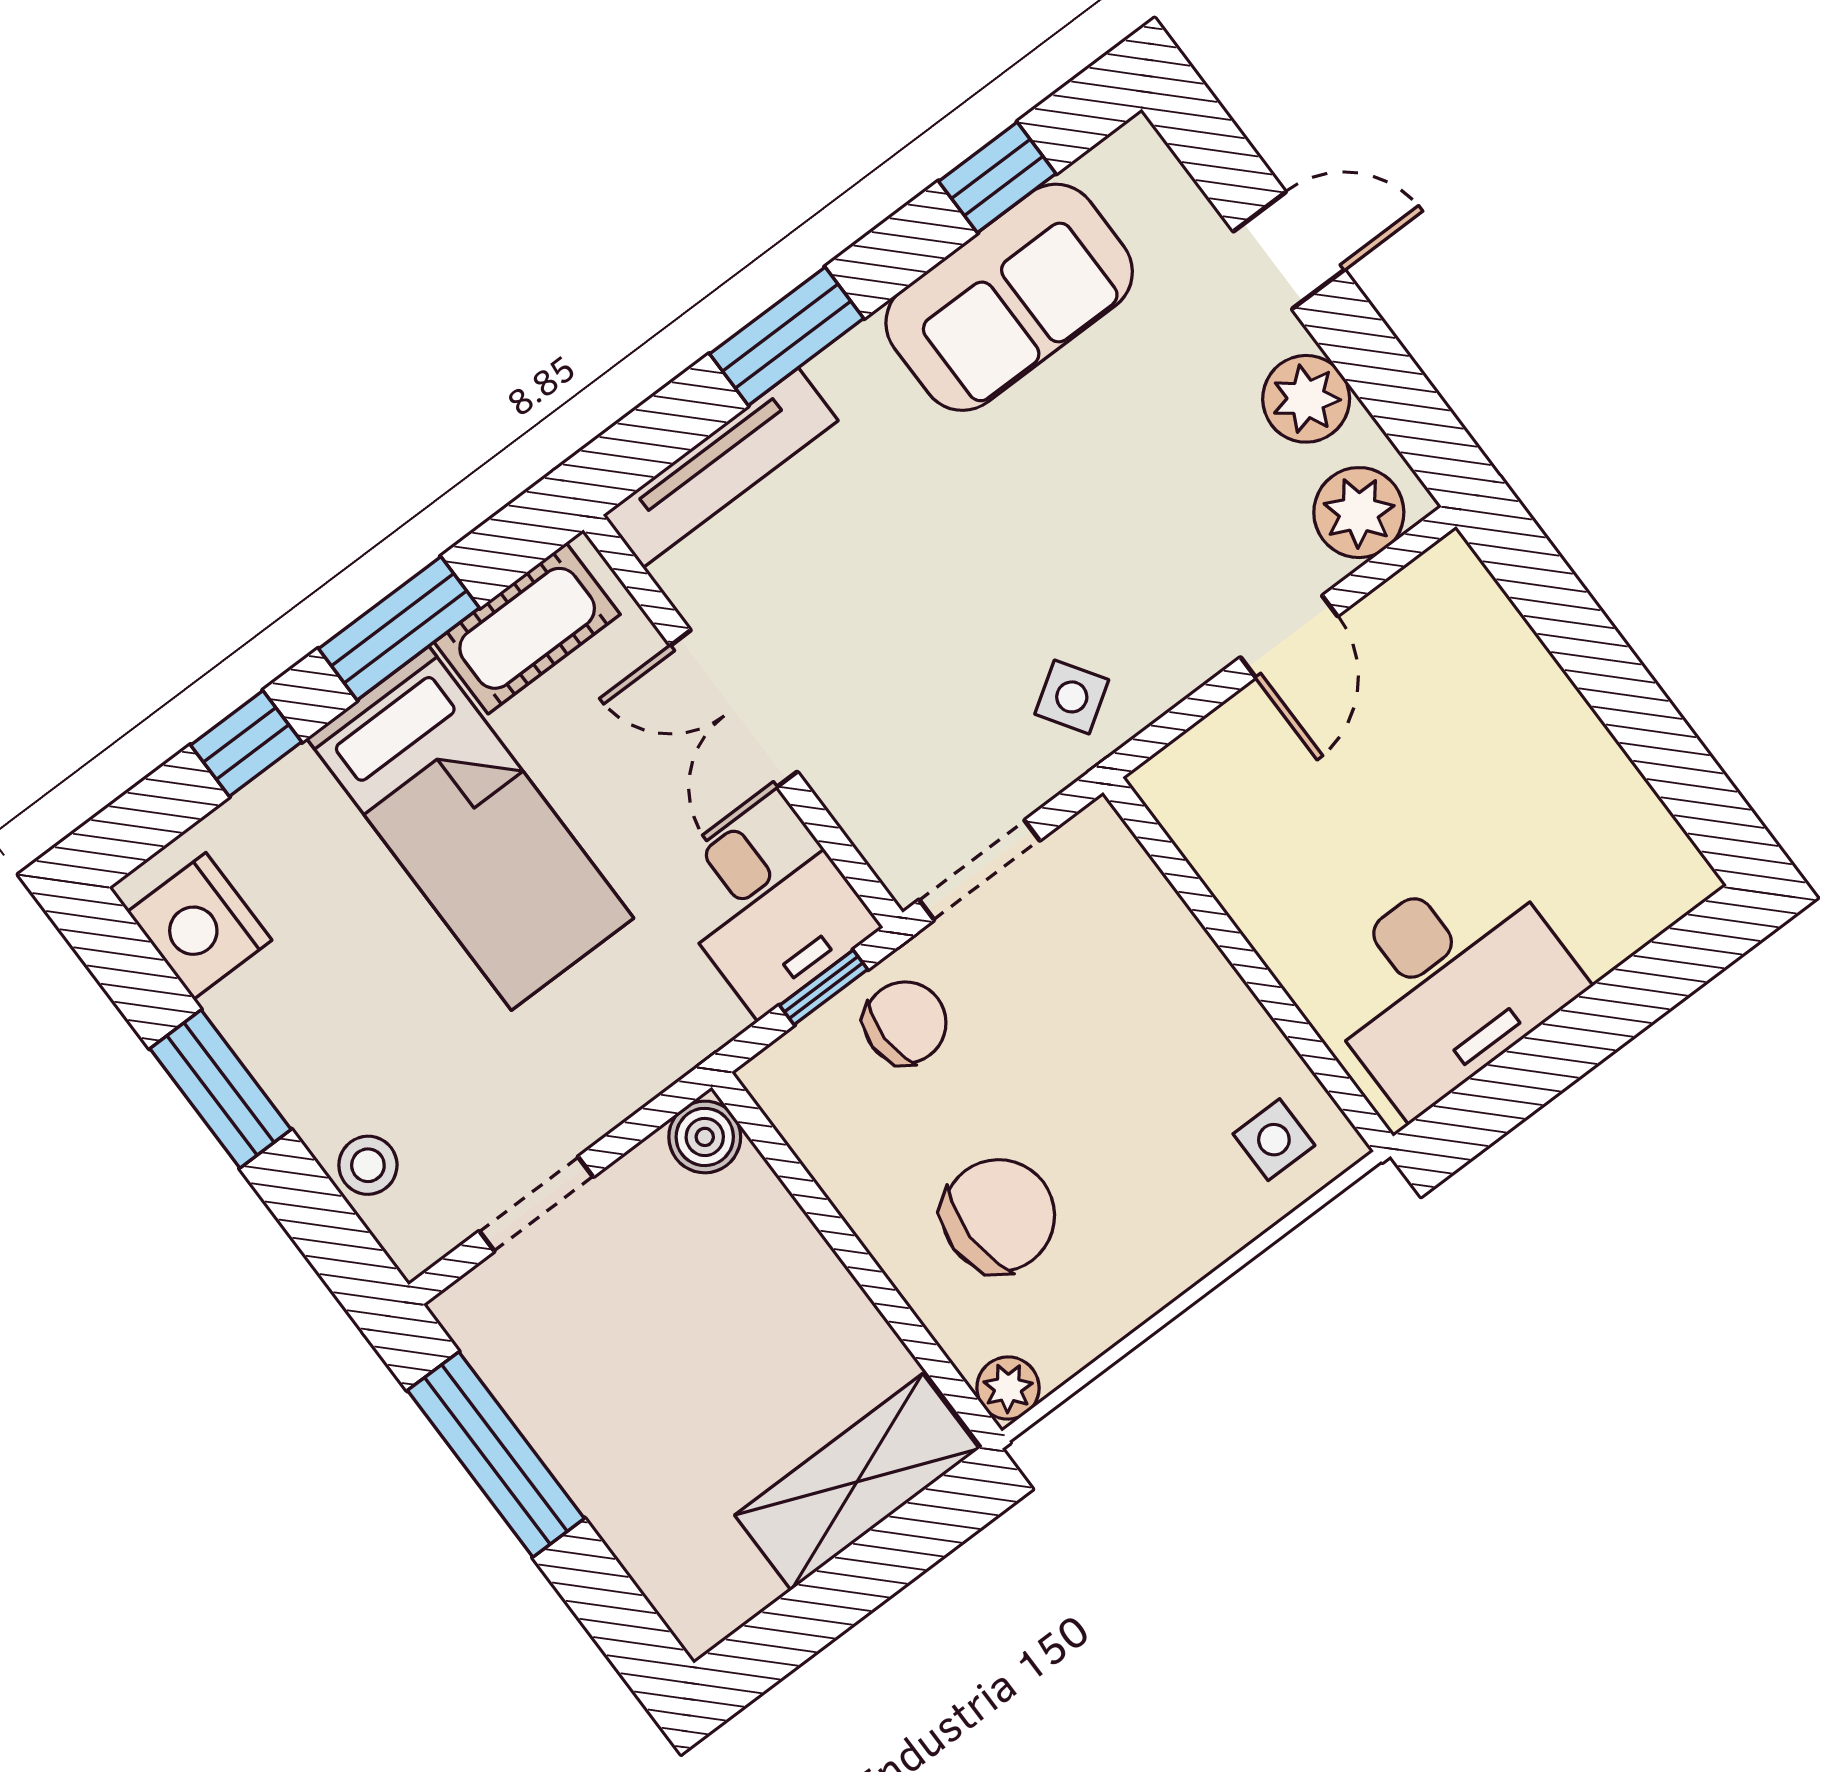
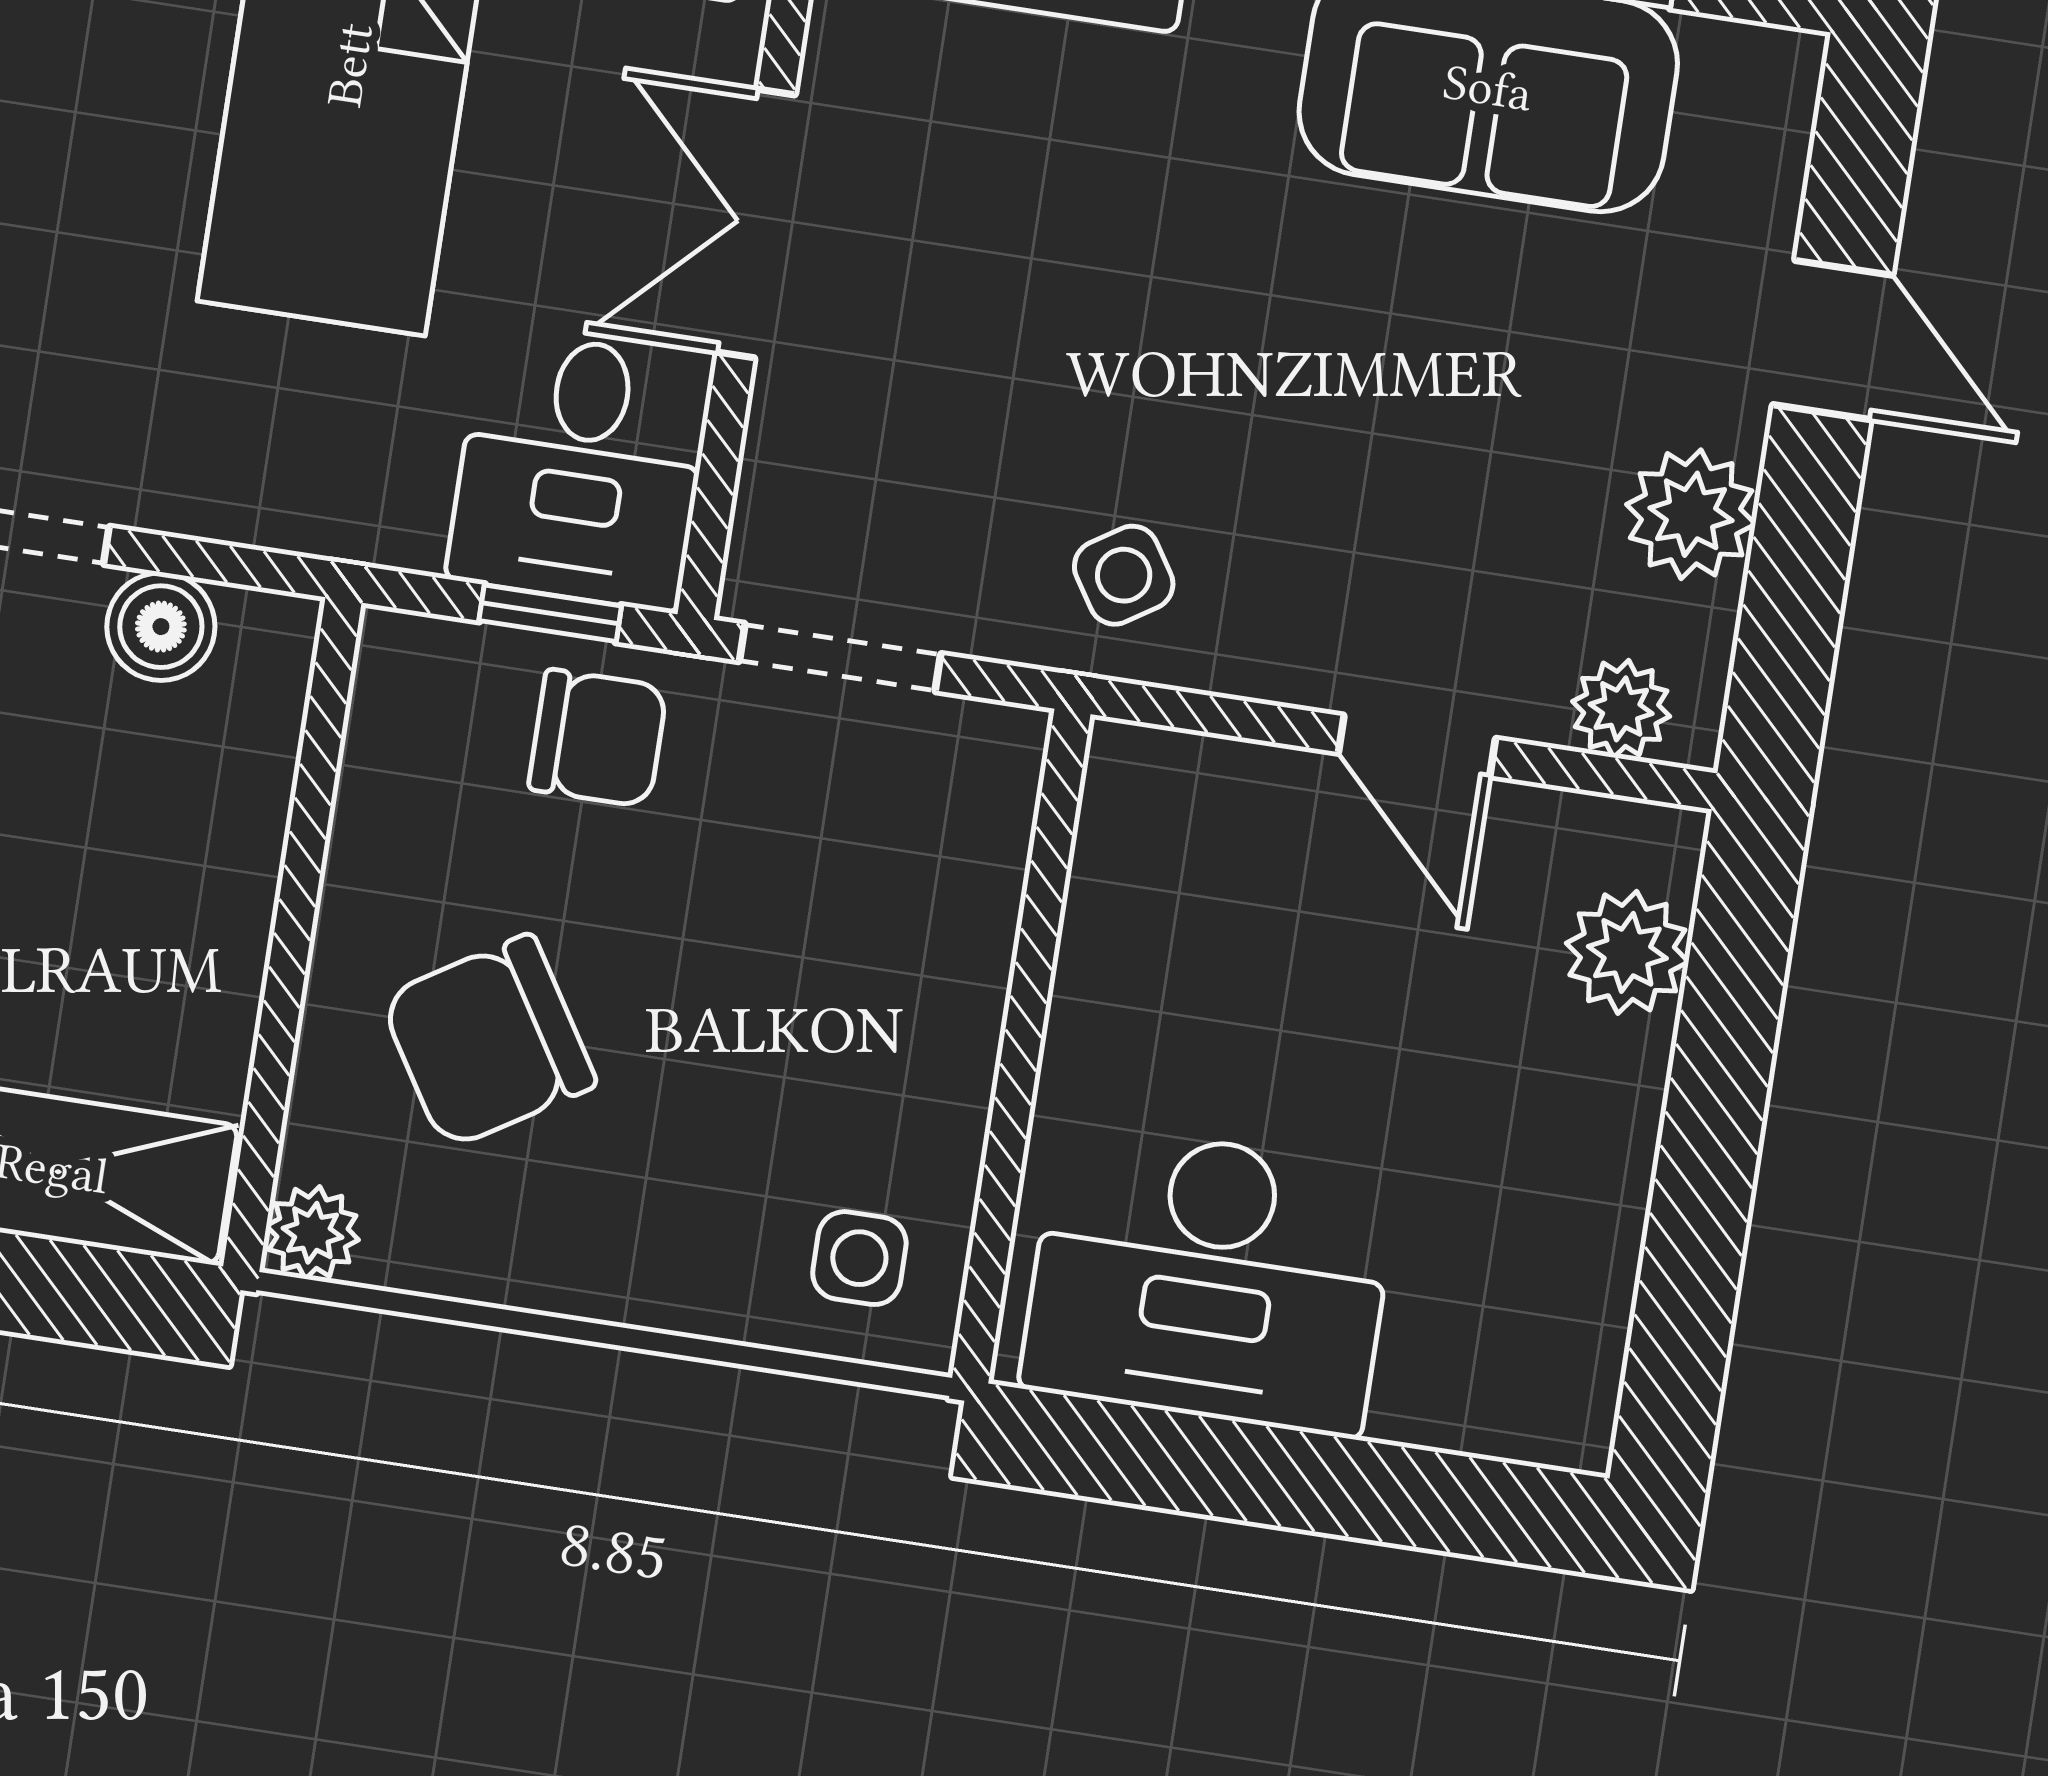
plant: (1359, 513) -> (1621, 709), width x0.73, depth x0.73
plant: (1485, 632) -> (1627, 952), added
door: (1289, 637) -> (1417, 746), hinge flipped
boiler: (705, 1137) -> (161, 627), moved
chair: (999, 1216) -> (488, 1041), turned 148

